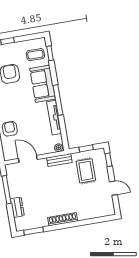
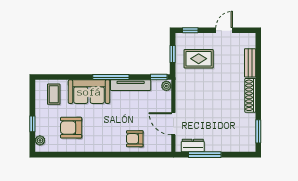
window: (50, 53) -> (159, 77), moved
door: (28, 159) -> (173, 124), hinge flipped
bench: (59, 160) -> (250, 63), moved
dresser: (17, 207) -> (193, 146), moved

